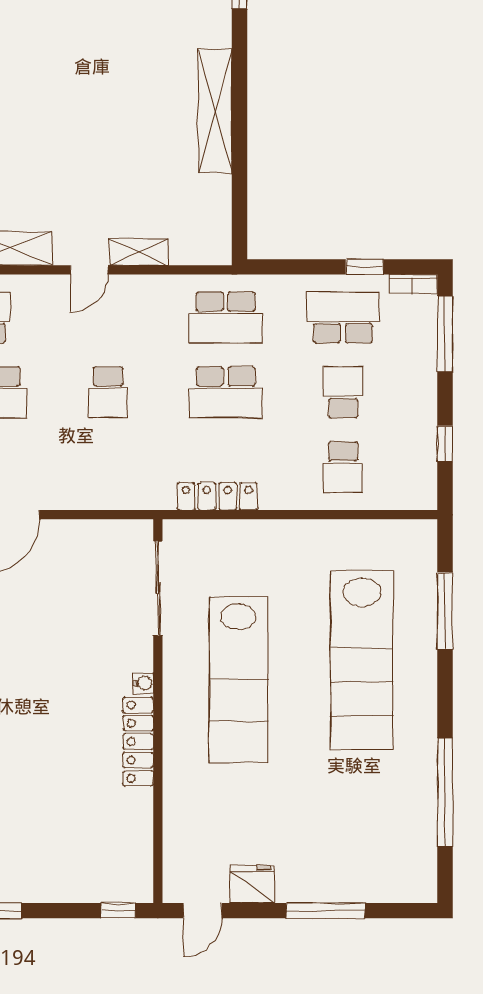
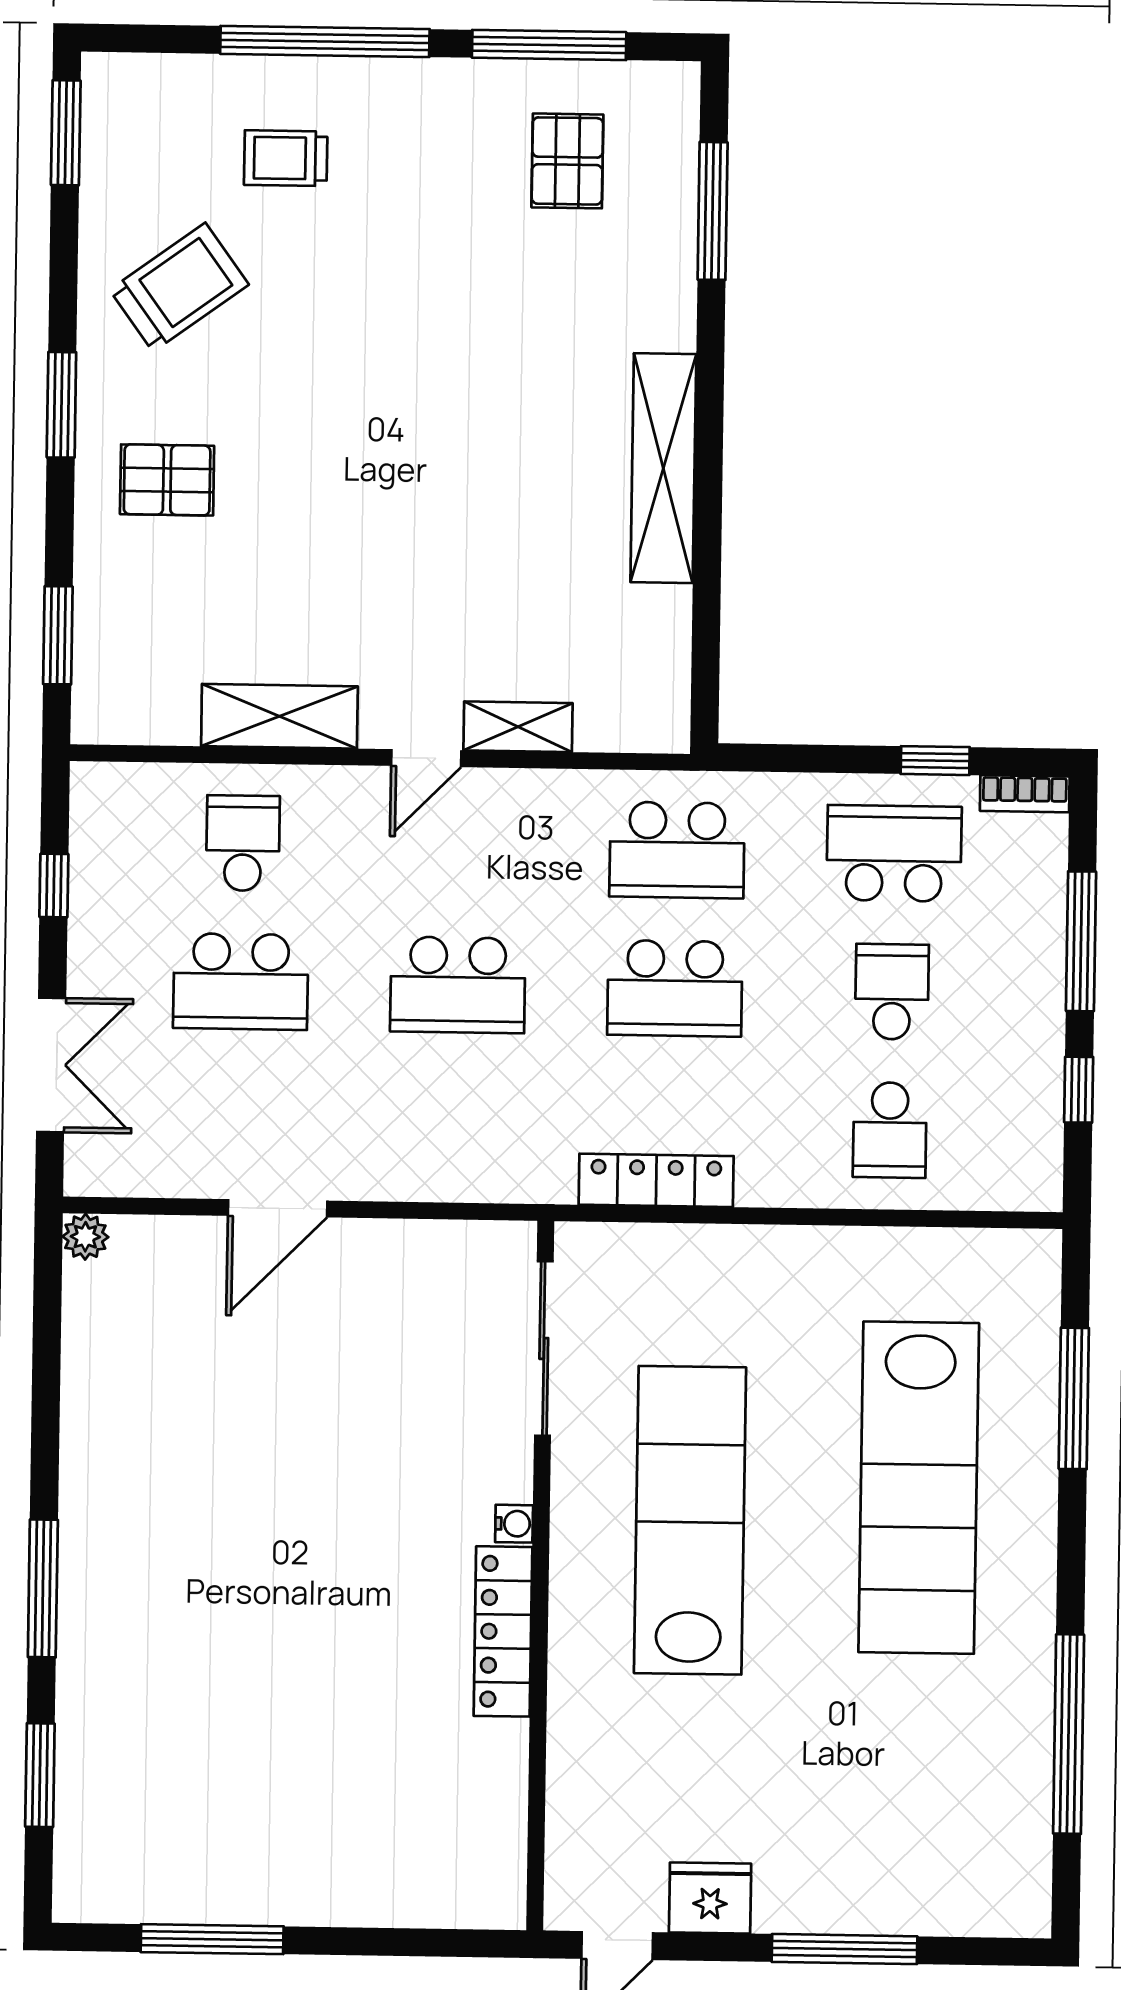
window: (445, 334) -> (1081, 941), moved
school desk: (108, 392) -> (458, 985), width x1.85
lab bench: (238, 680) -> (690, 1520), turned 180
window: (118, 911) -> (461, 1943), removed

